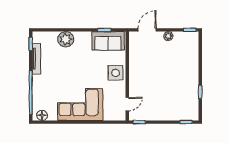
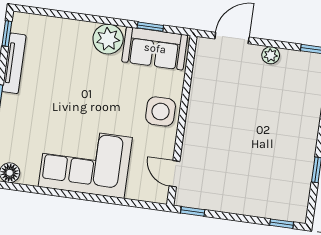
plant: (66, 39) -> (108, 39), moved
door: (127, 104) -> (175, 174), swing flipped

